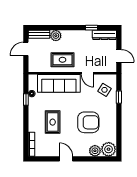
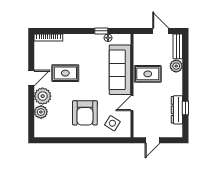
dresser: (104, 35) -> (177, 110), moved
rug: (62, 60) -> (148, 74), turned 90
window: (119, 97) -> (104, 140), removed
rug: (53, 122) -> (65, 73), moved
armchair: (88, 122) -> (85, 113), moved
plant: (109, 149) -> (43, 96), moved

